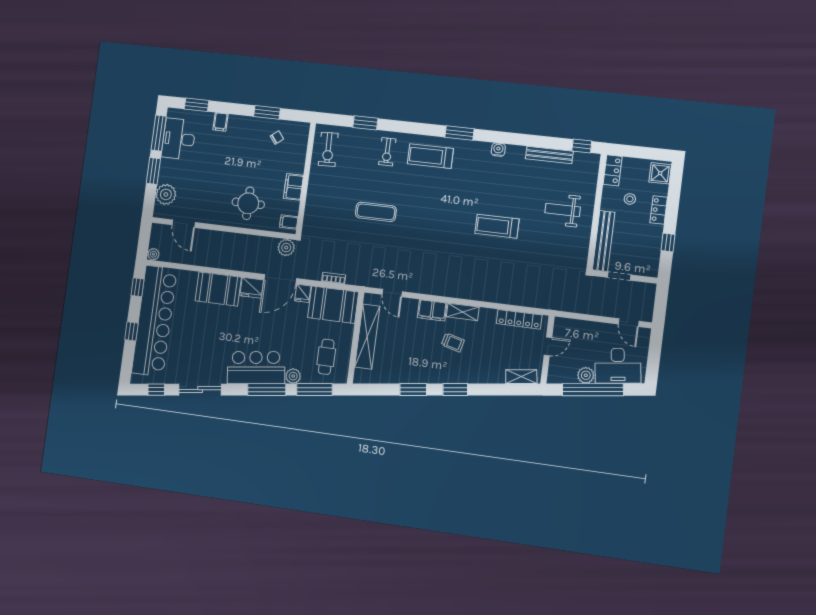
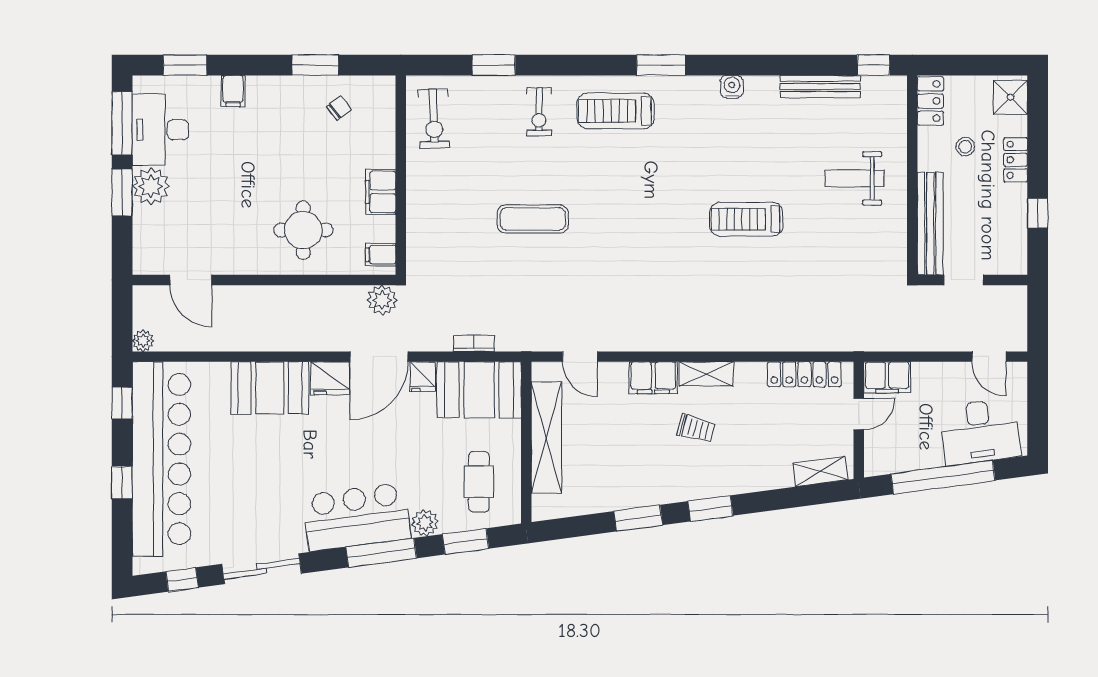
plant: (166, 194) -> (151, 186), moved
filing cabinet: (567, 327) -> (887, 377), added
plant: (586, 375) -> (928, 455), removed
window: (314, 390) -> (466, 541), width x0.69

